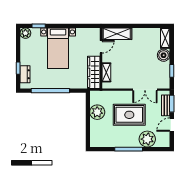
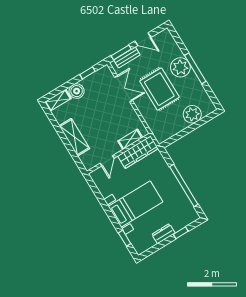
plant: (25, 33) -> (140, 247), removed
shelving: (117, 34) -> (74, 137), moved
door: (101, 47) -> (107, 161), swing flipped
dresser: (25, 74) -> (163, 234), moved
plant: (97, 112) -> (192, 114), moved
plant: (147, 139) -> (180, 67), moved

